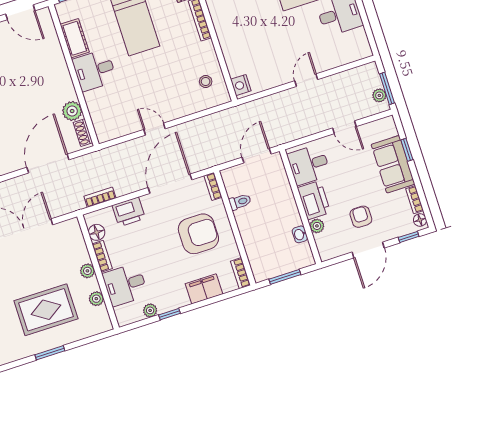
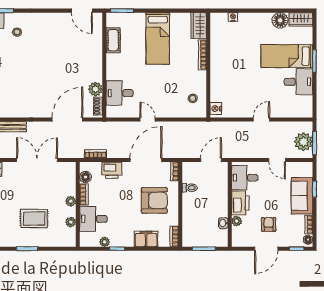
desk: (94, 70) -> (120, 93), moved
plant: (379, 95) -> (303, 142), width x1.87, depth x1.87
rug: (46, 310) -> (34, 219), width x0.73, depth x0.70

